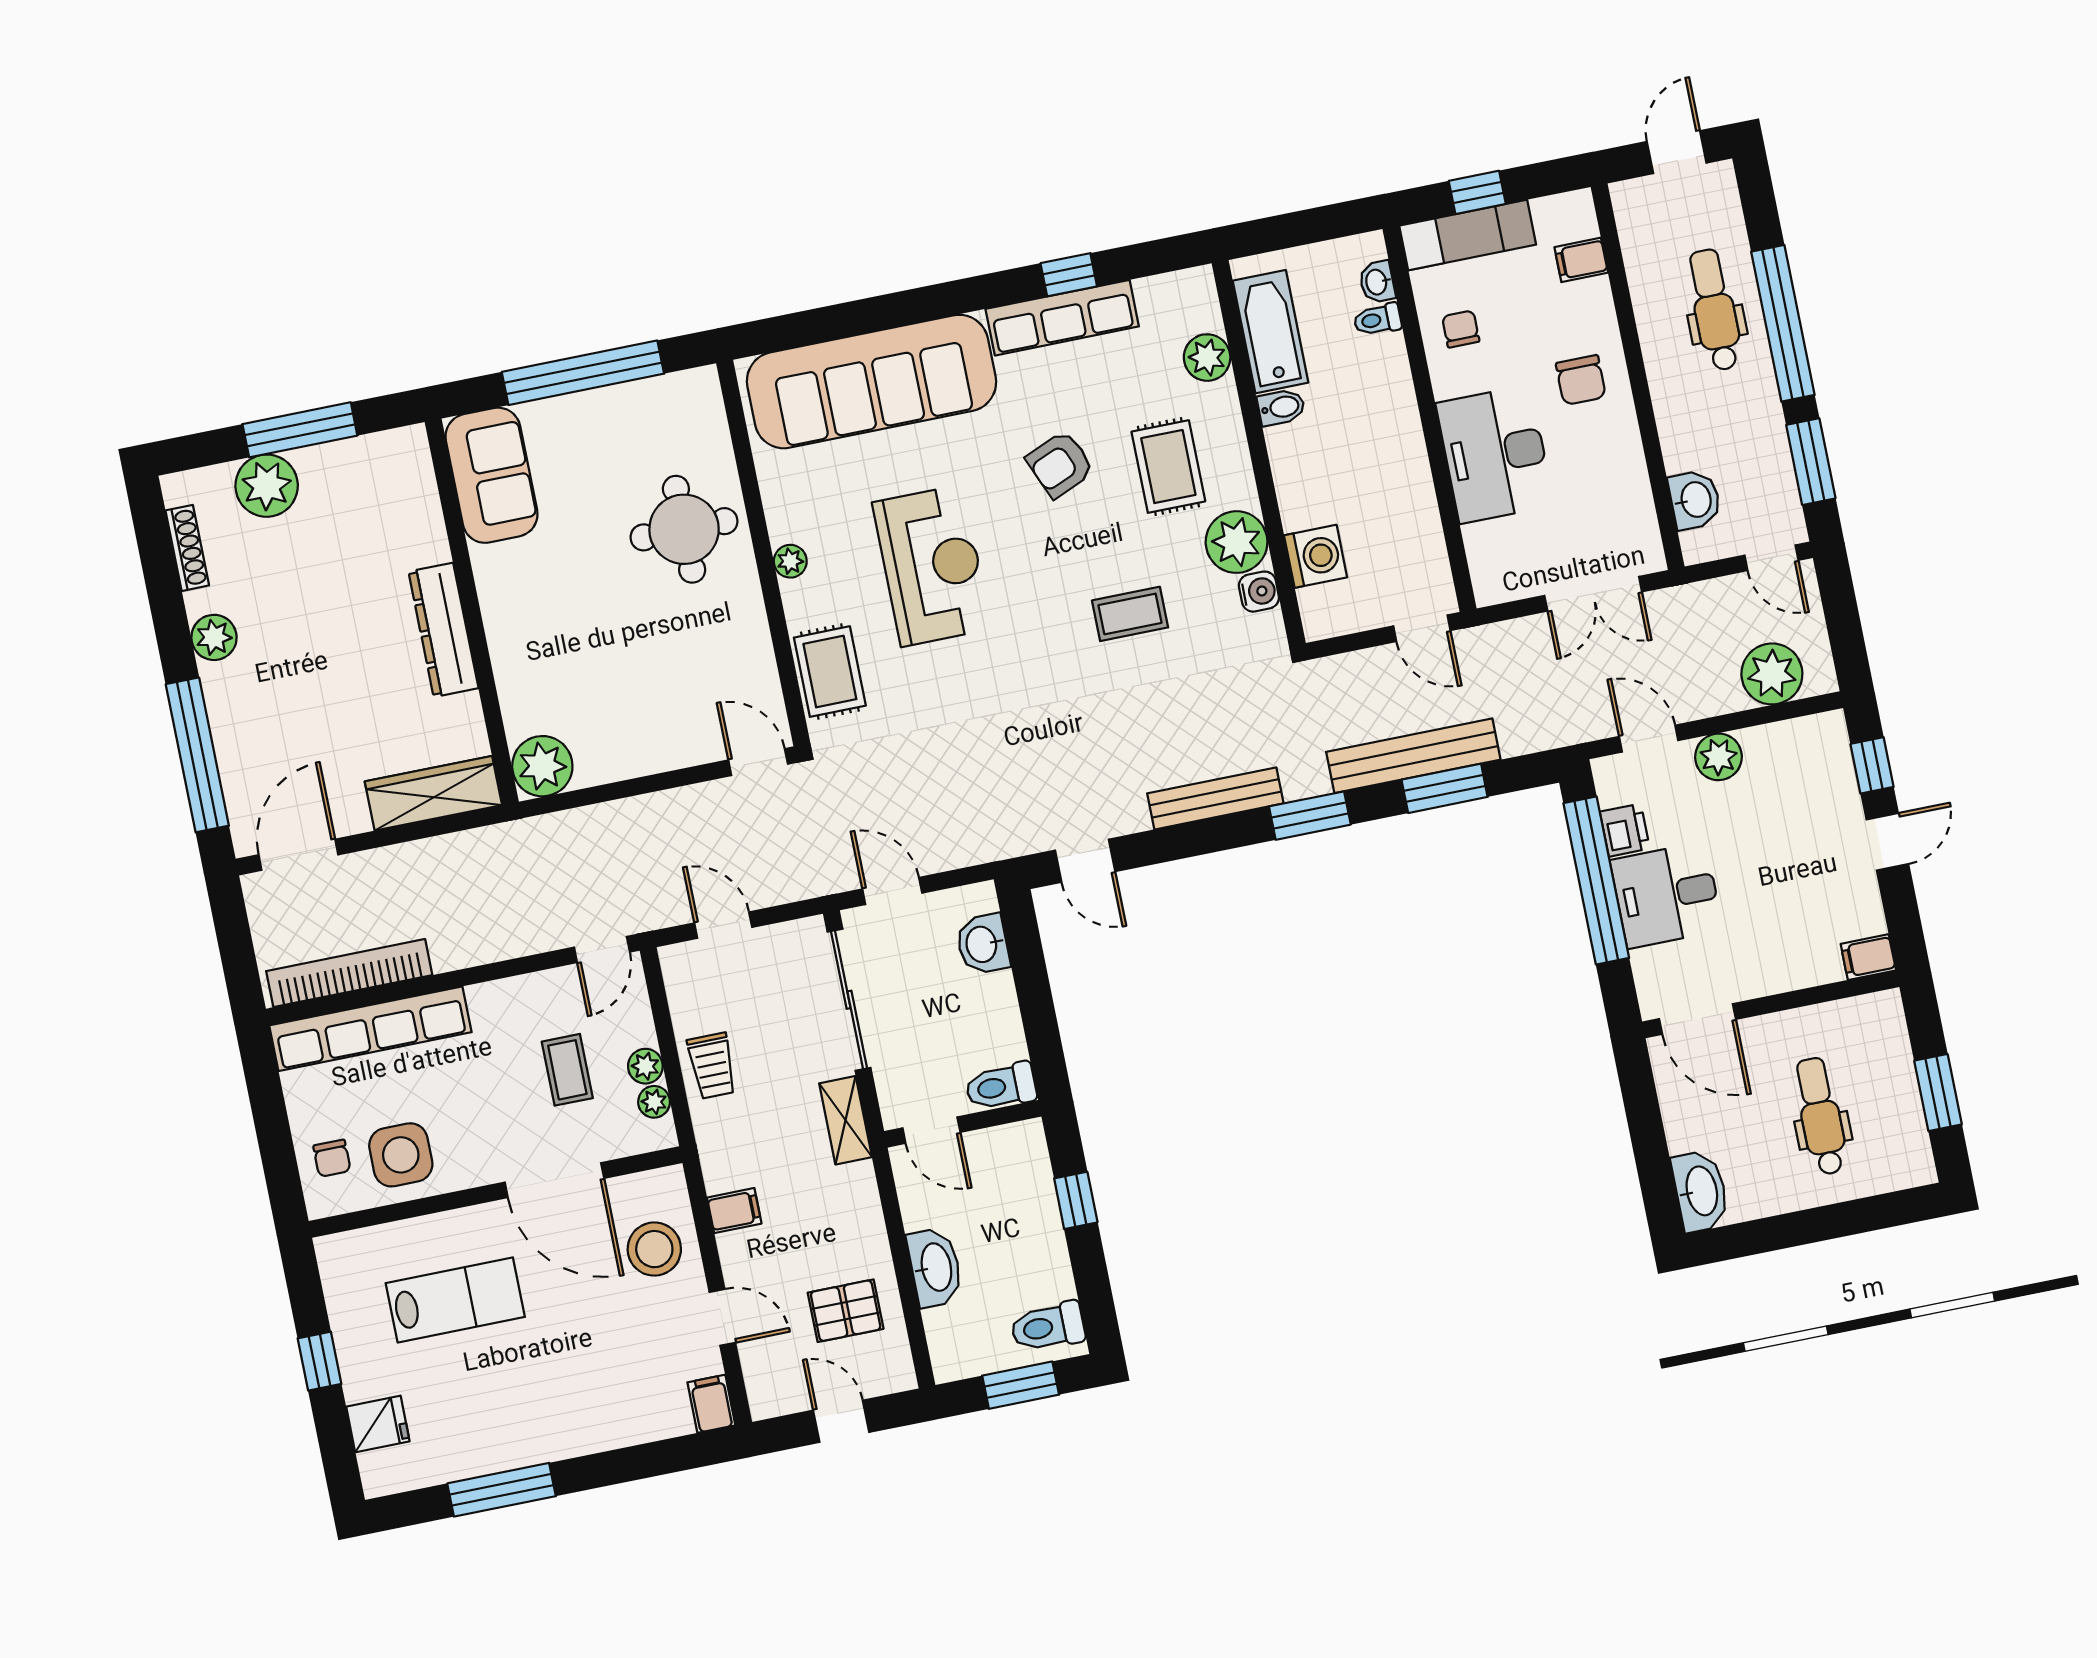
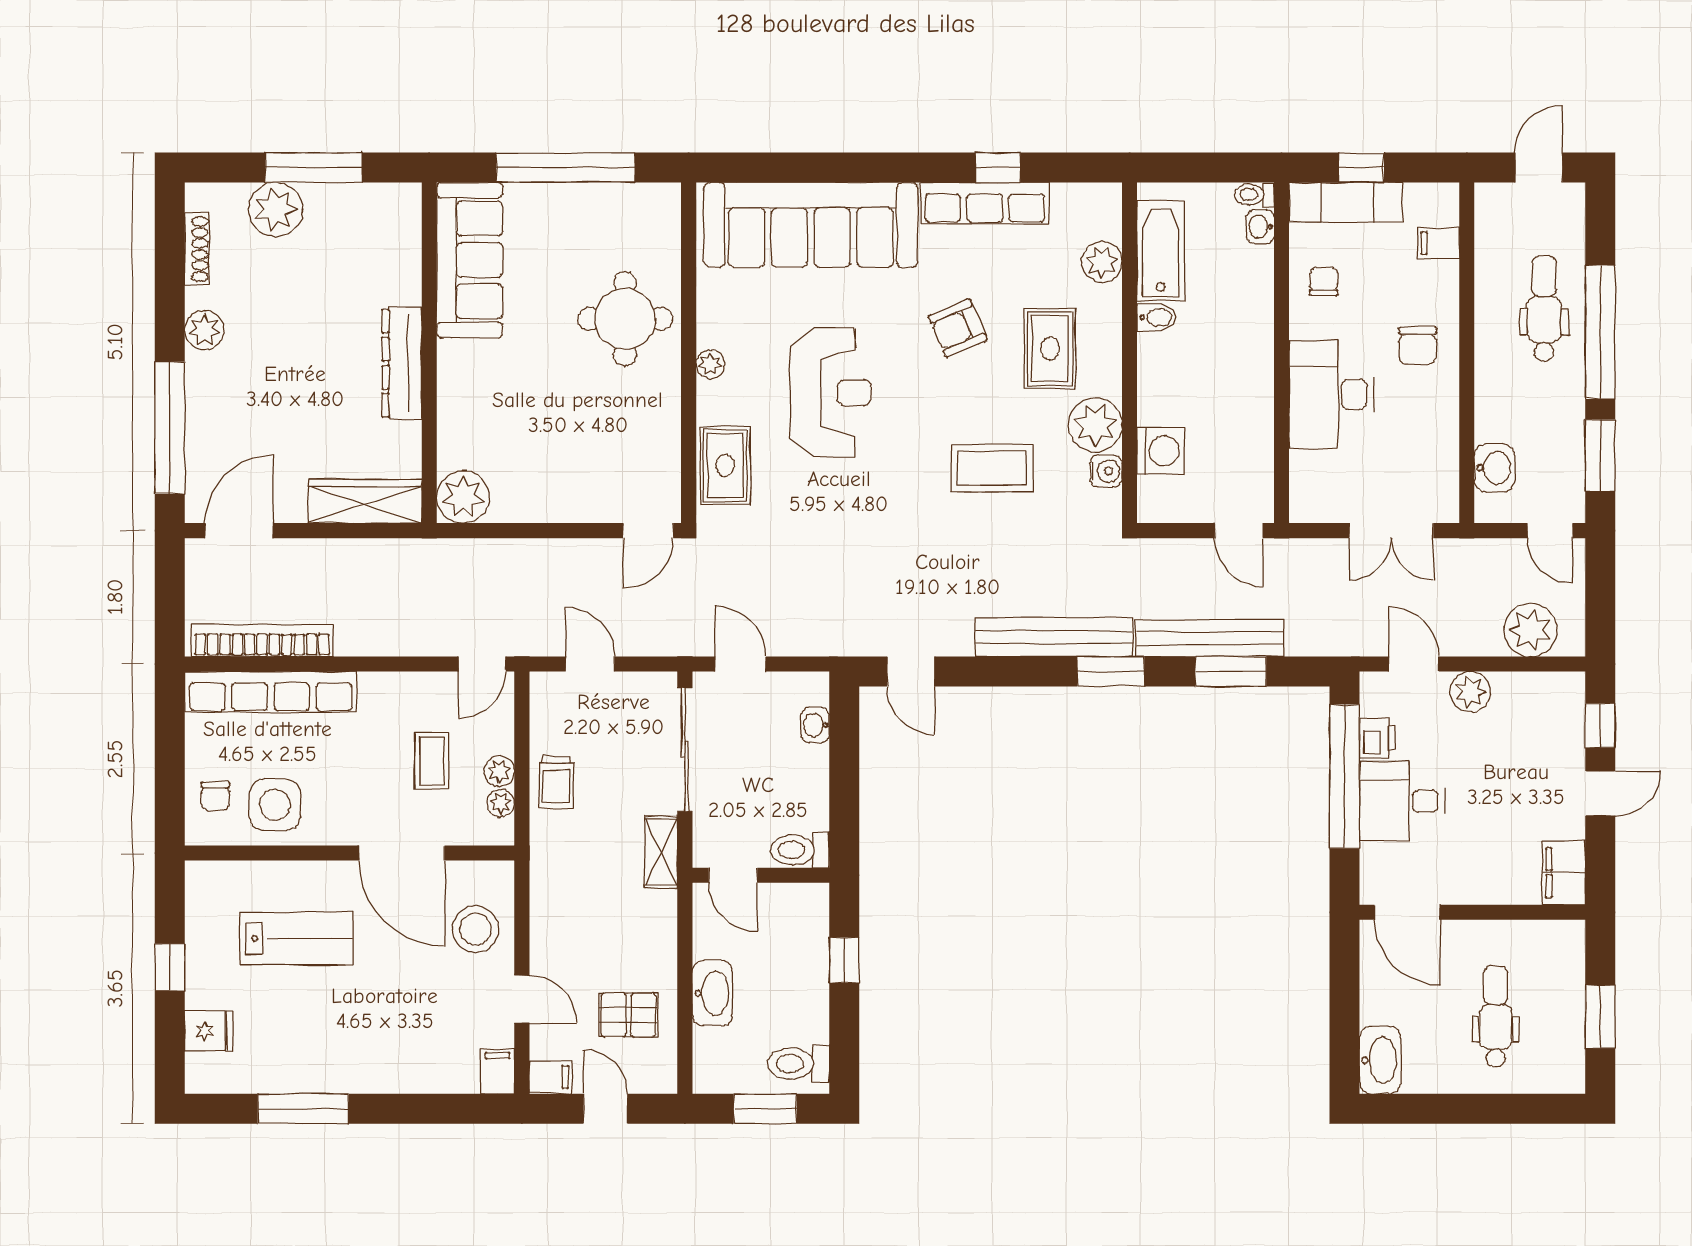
toilet: (1378, 320) -> (1254, 195), moved
sofa: (492, 475) -> (470, 260), width x1.36
coffee table: (1130, 614) -> (992, 468), width x1.36, depth x1.30
door: (758, 762) -> (648, 531), swing flipped
bench: (1215, 798) -> (1054, 637), width x1.37, depth x1.21
washbasin: (983, 944) -> (815, 725), width x0.72, depth x0.69
filing cabinet: (1868, 957) -> (1564, 873), width x2.00
filing cabinet: (734, 1211) -> (550, 1077), moved

